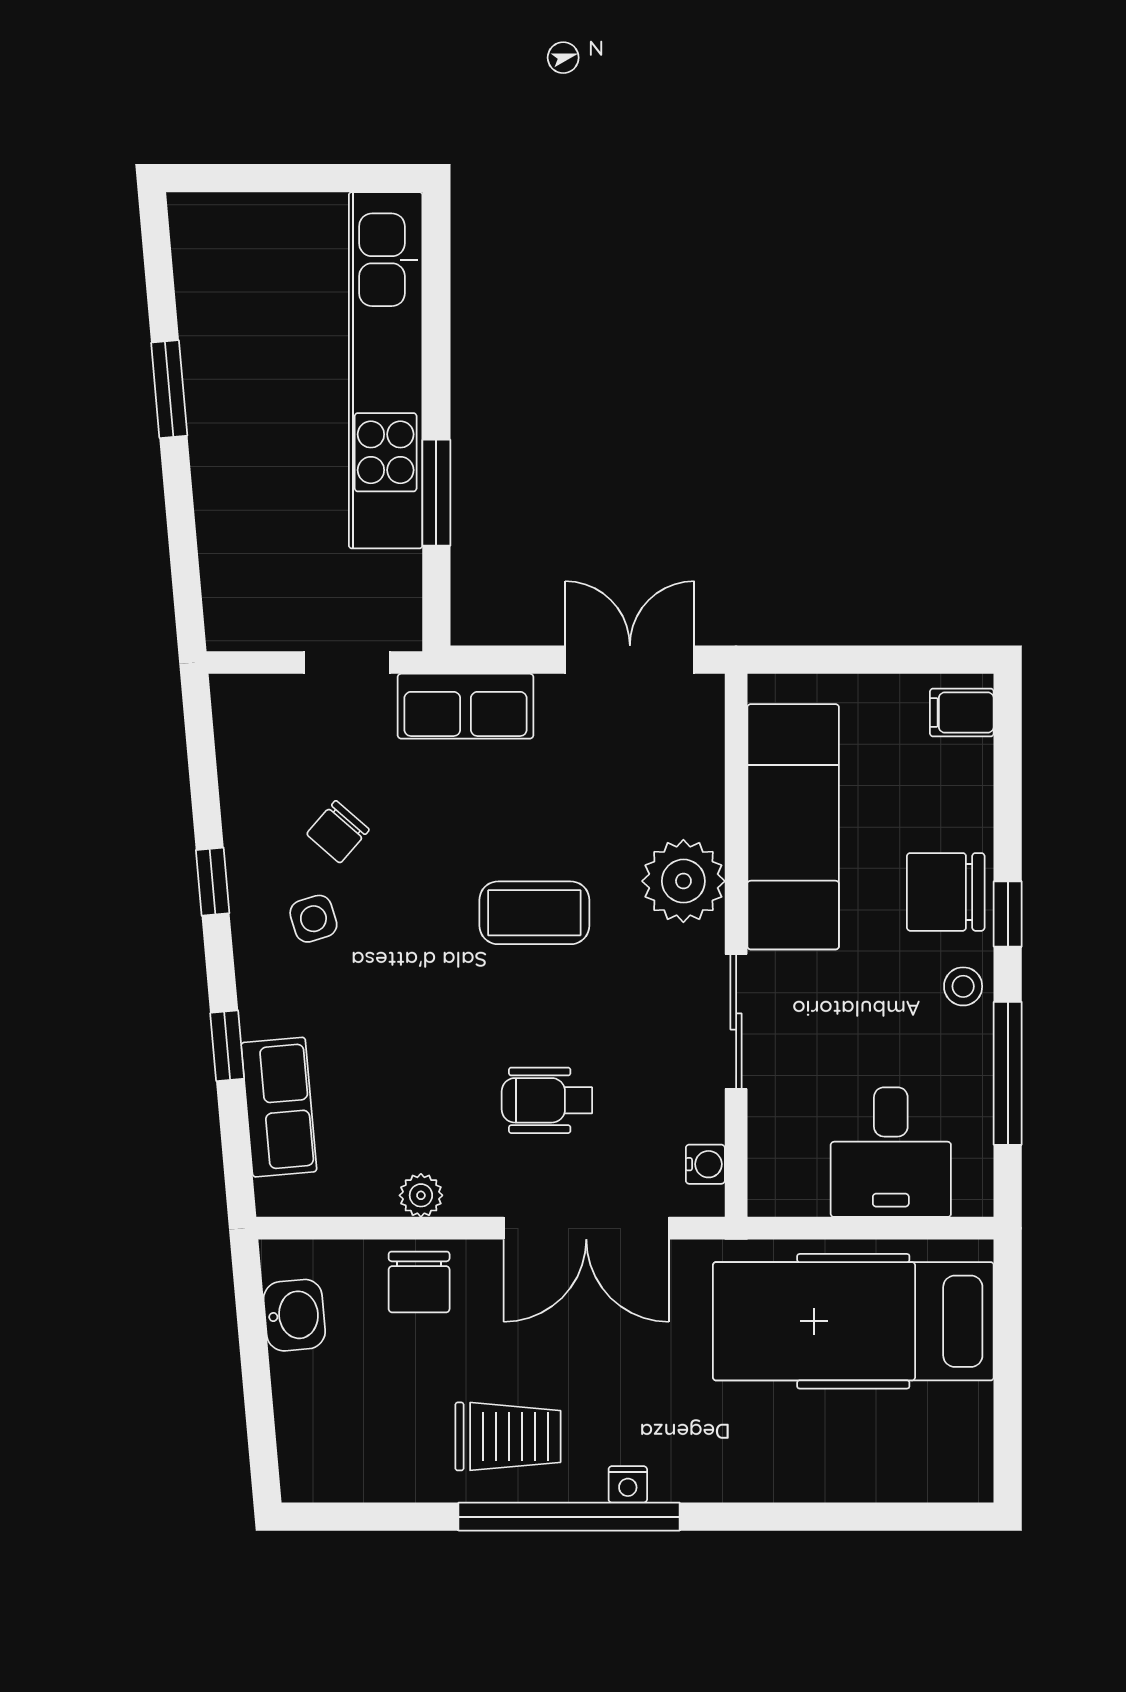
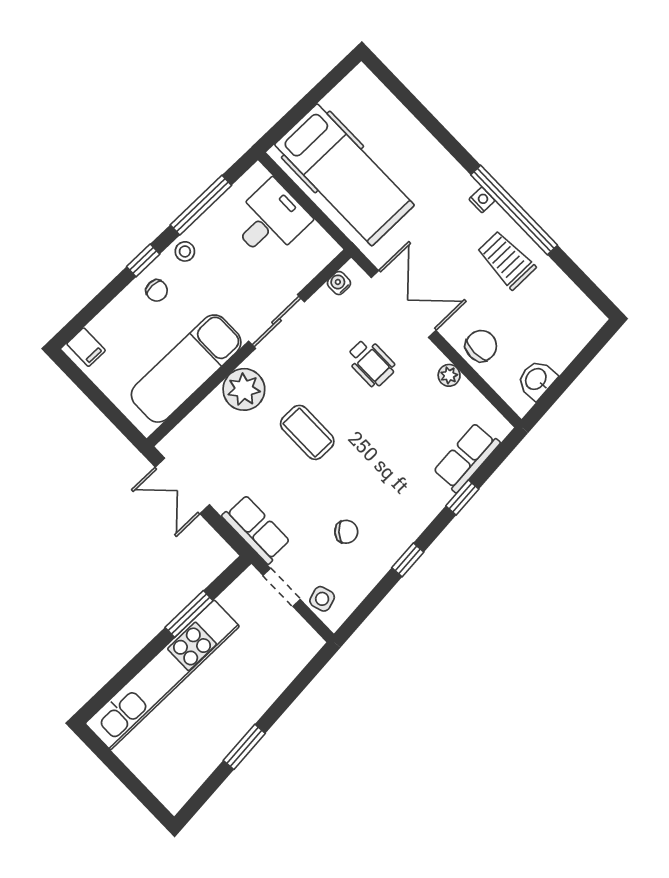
chair: (946, 892) -> (157, 291), width x0.54, depth x0.54
side table: (313, 919) -> (322, 599), moved

